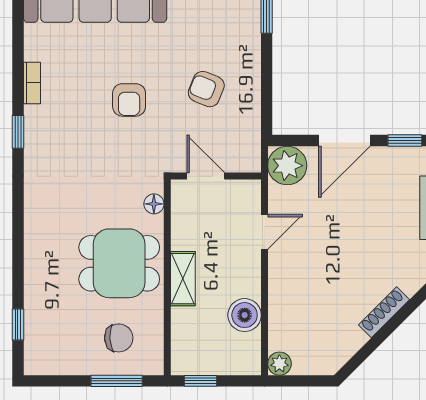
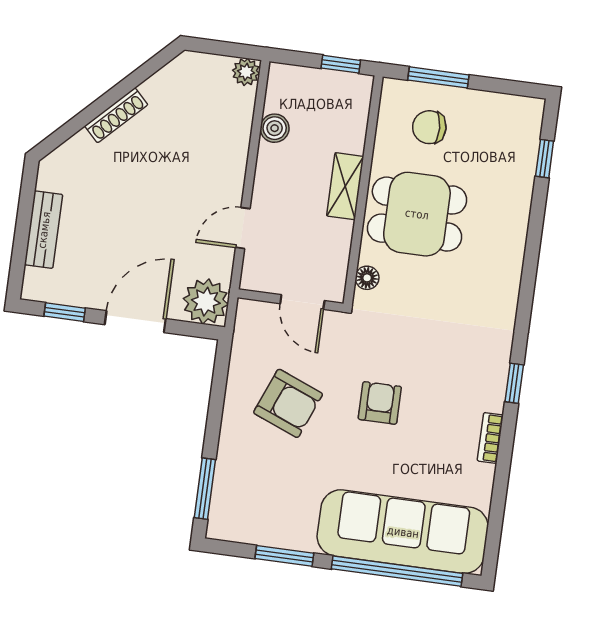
armchair: (206, 89) -> (288, 403), width x1.38, depth x1.38
boiler: (245, 315) -> (275, 128), width x0.73, depth x0.73

